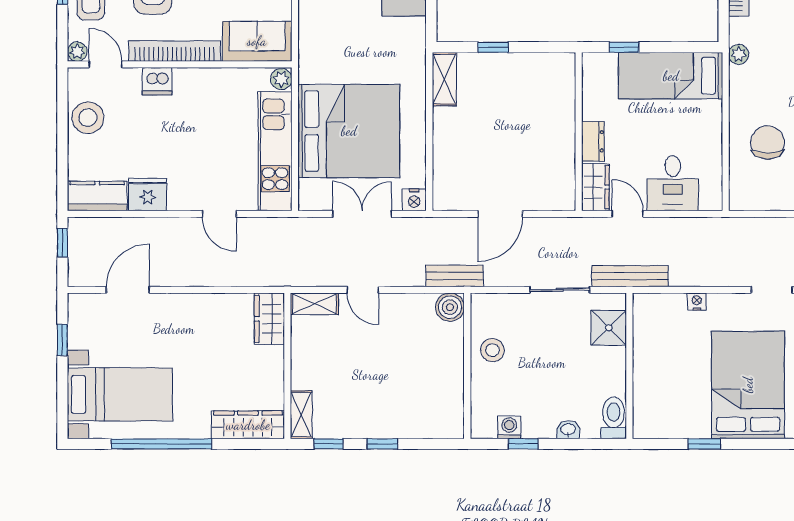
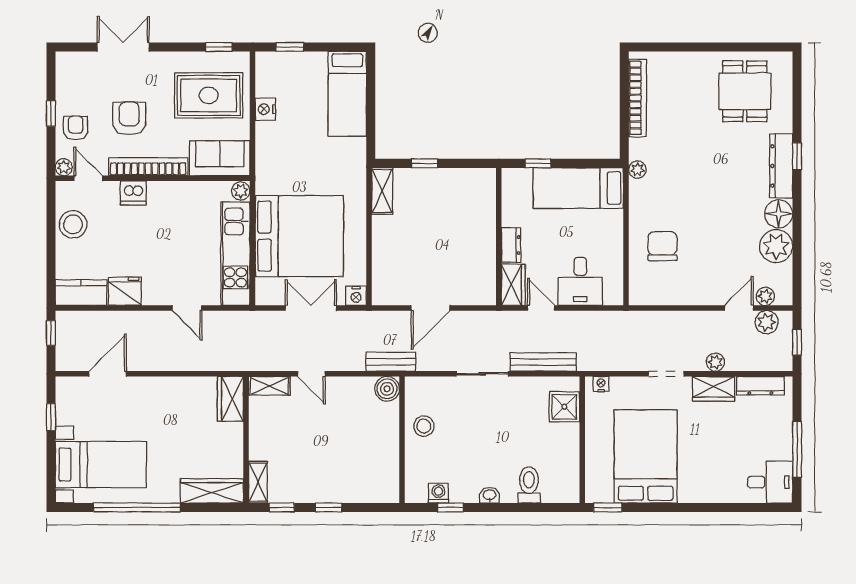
shower: (609, 328) -> (564, 407), moved
wall: (629, 366) -> (582, 440), moved

